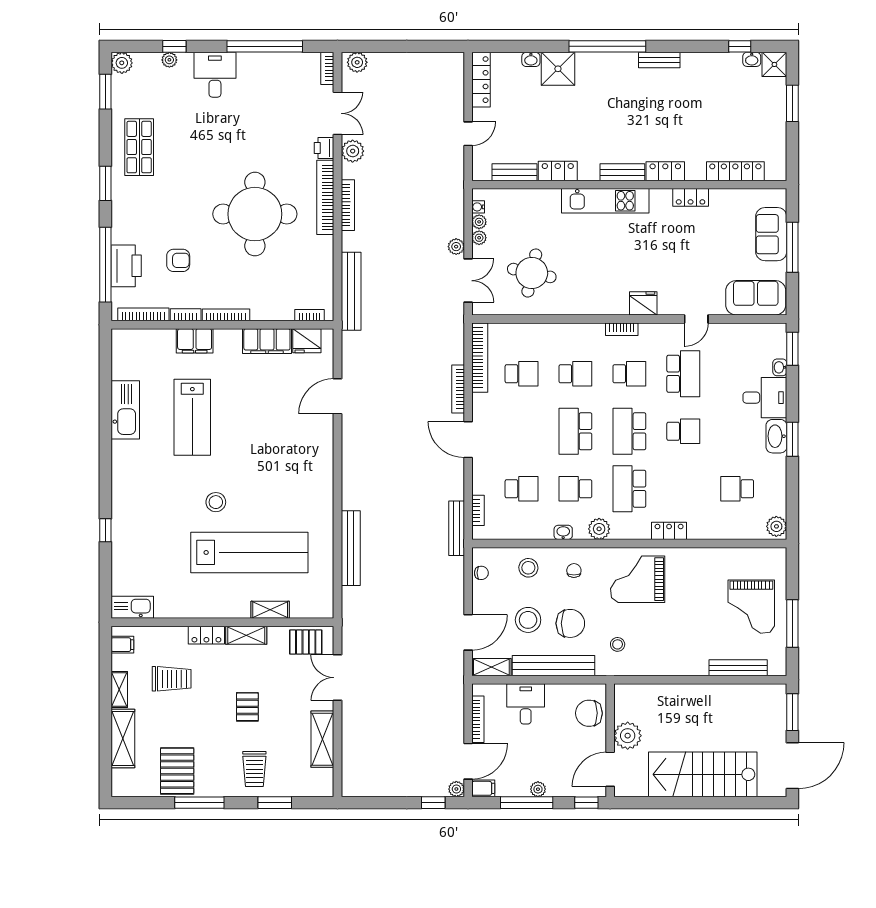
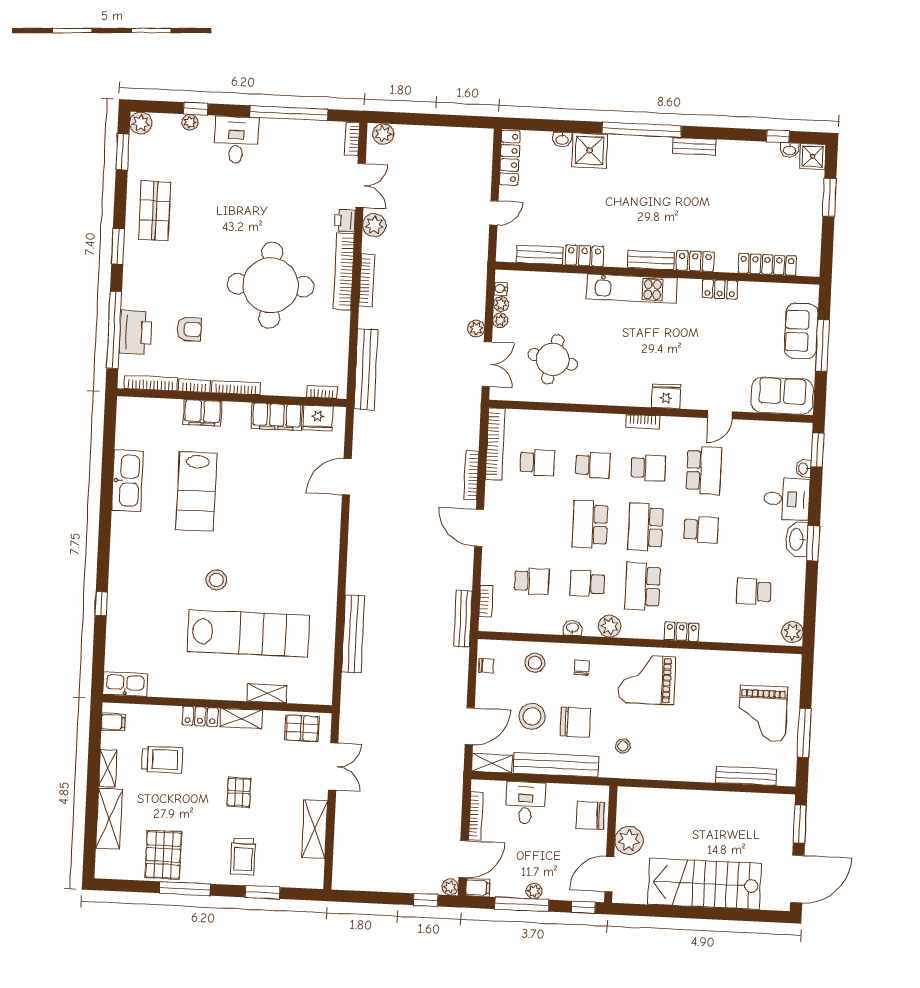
double door: (338, 678) -> (333, 766), swing flipped

